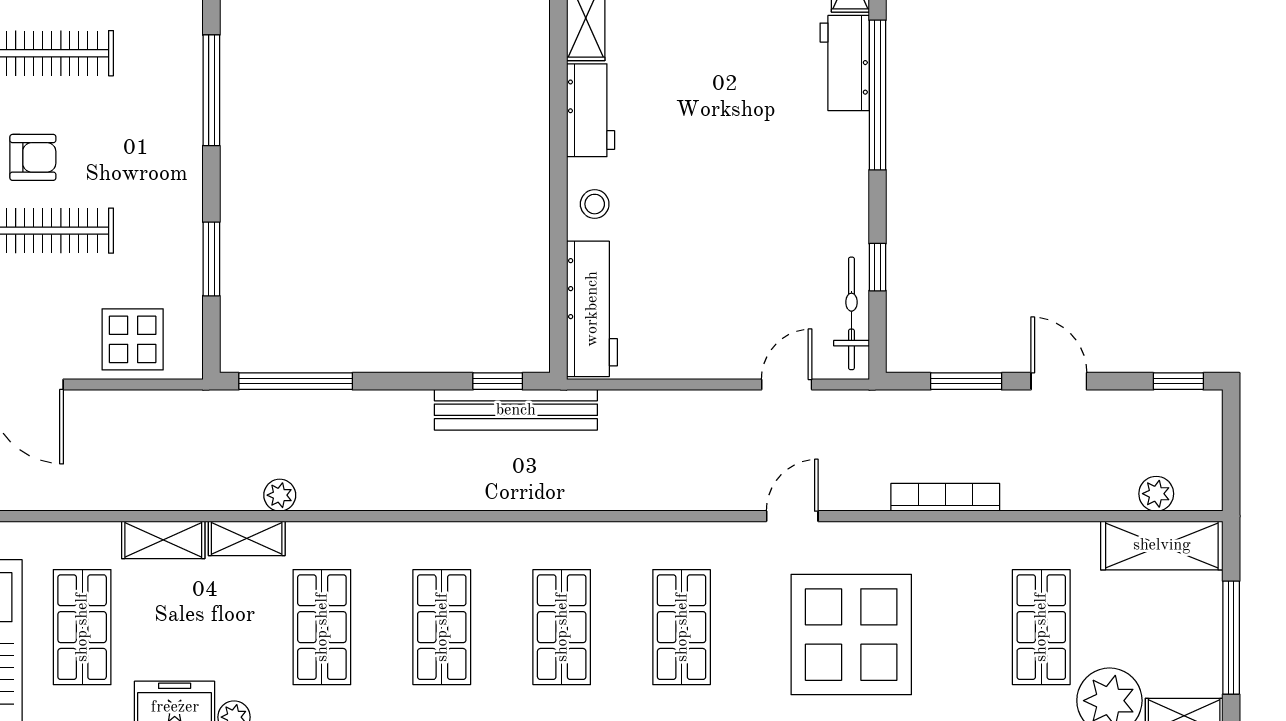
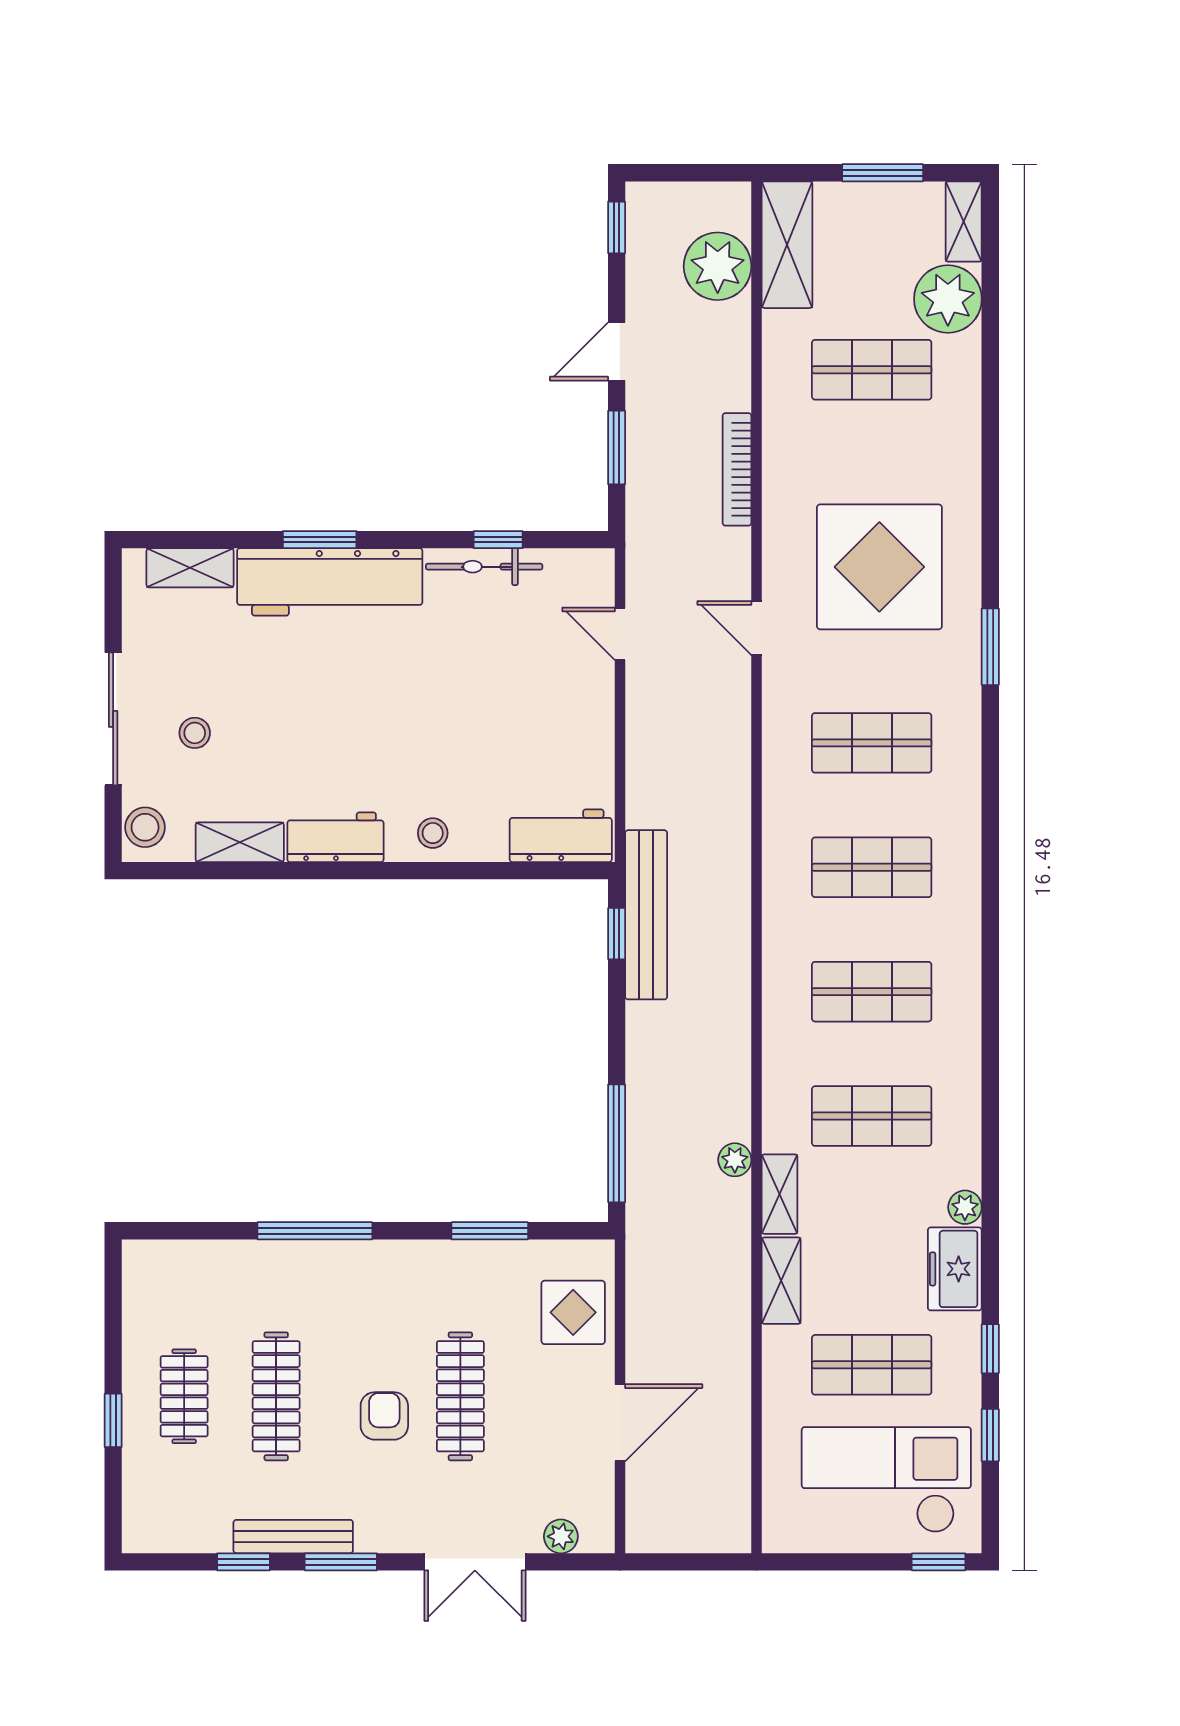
workbench: (845, 63) -> (330, 582), width x1.88, depth x1.32
window: (877, 95) -> (320, 540), width x0.47
workbench: (592, 309) -> (561, 836), width x0.73
bicycle: (851, 313) -> (484, 567), moved
plant: (1156, 494) -> (718, 266), width x1.87, depth x1.87
window: (1231, 638) -> (883, 173), width x0.69

